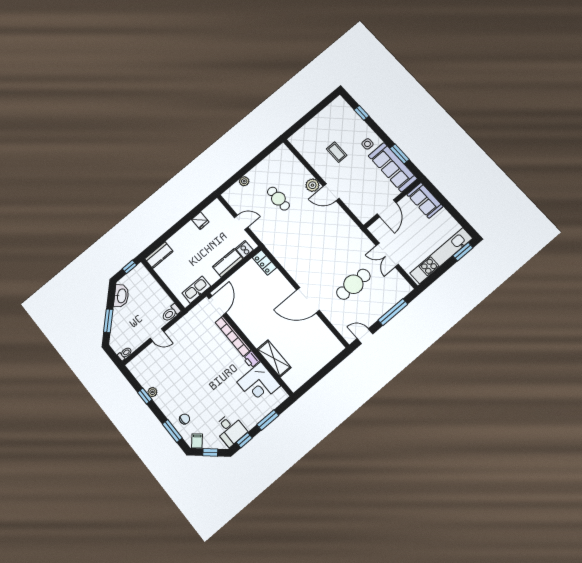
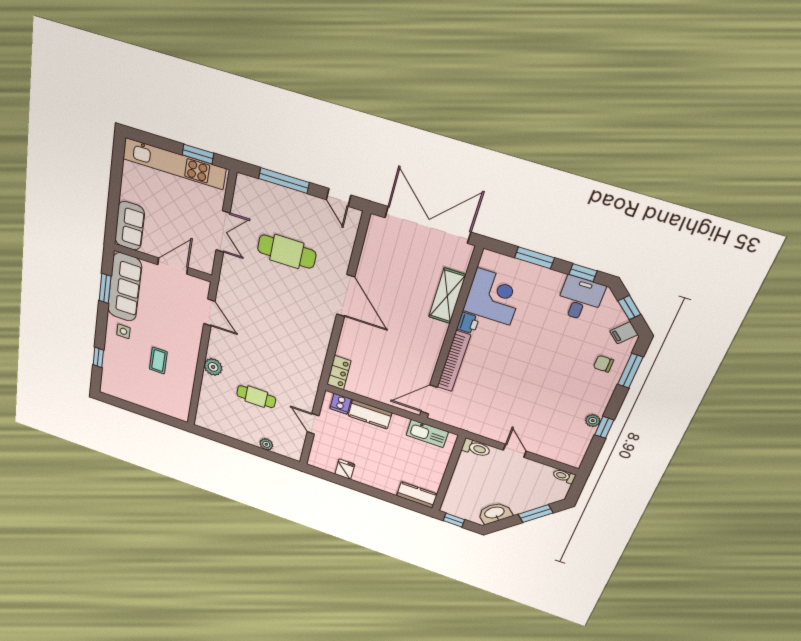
door: (331, 192) -> (209, 313), moved
cafe table: (278, 199) -> (256, 397), turned 90
window: (463, 252) -> (198, 154), moved
double door: (320, 375) -> (428, 225), added

